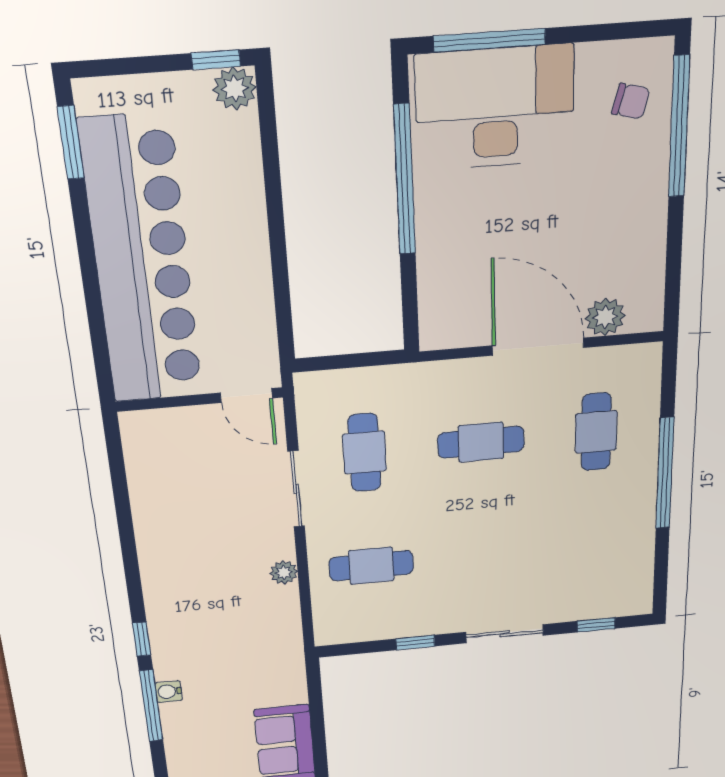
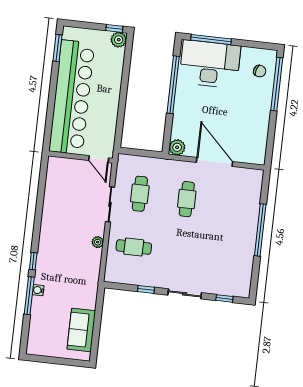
plant: (605, 317) -> (177, 147), moved
cafe table: (596, 432) -> (234, 204), removed
cafe table: (481, 442) -> (187, 199), turned 90

